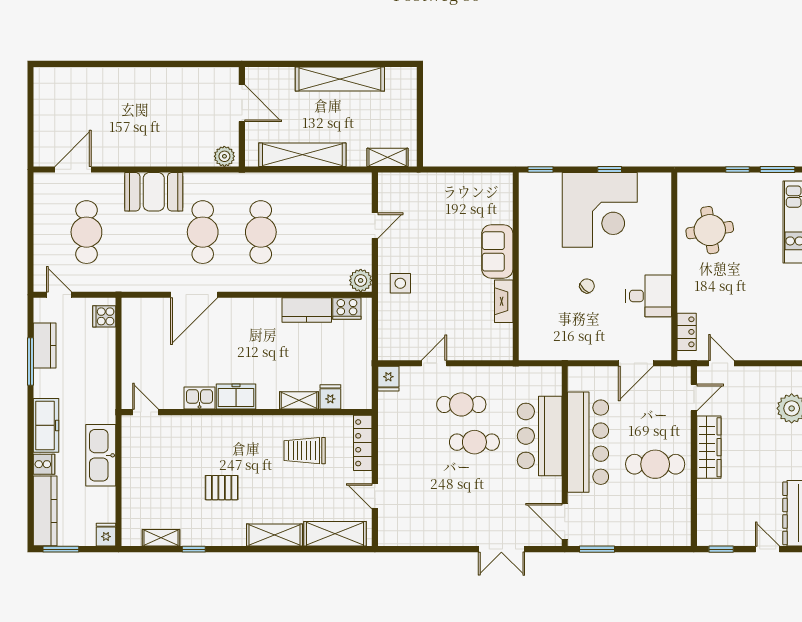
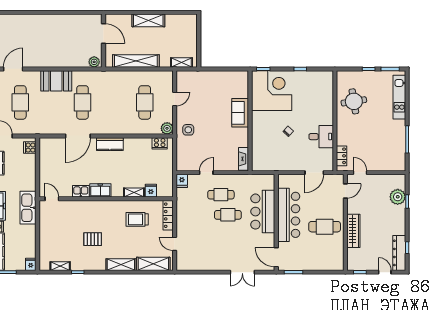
shelving: (340, 79) -> (148, 20), width x0.68
corner desk: (600, 210) -> (272, 91), moved, turned -90
cafe table: (261, 232) -> (145, 102), moved
fireplace: (504, 301) -> (244, 159), moved
kitchen counter: (307, 310) -> (110, 144), moved
wardrobe: (709, 447) -> (353, 231), moved
kitchen sink: (101, 455) -> (28, 208), moved

